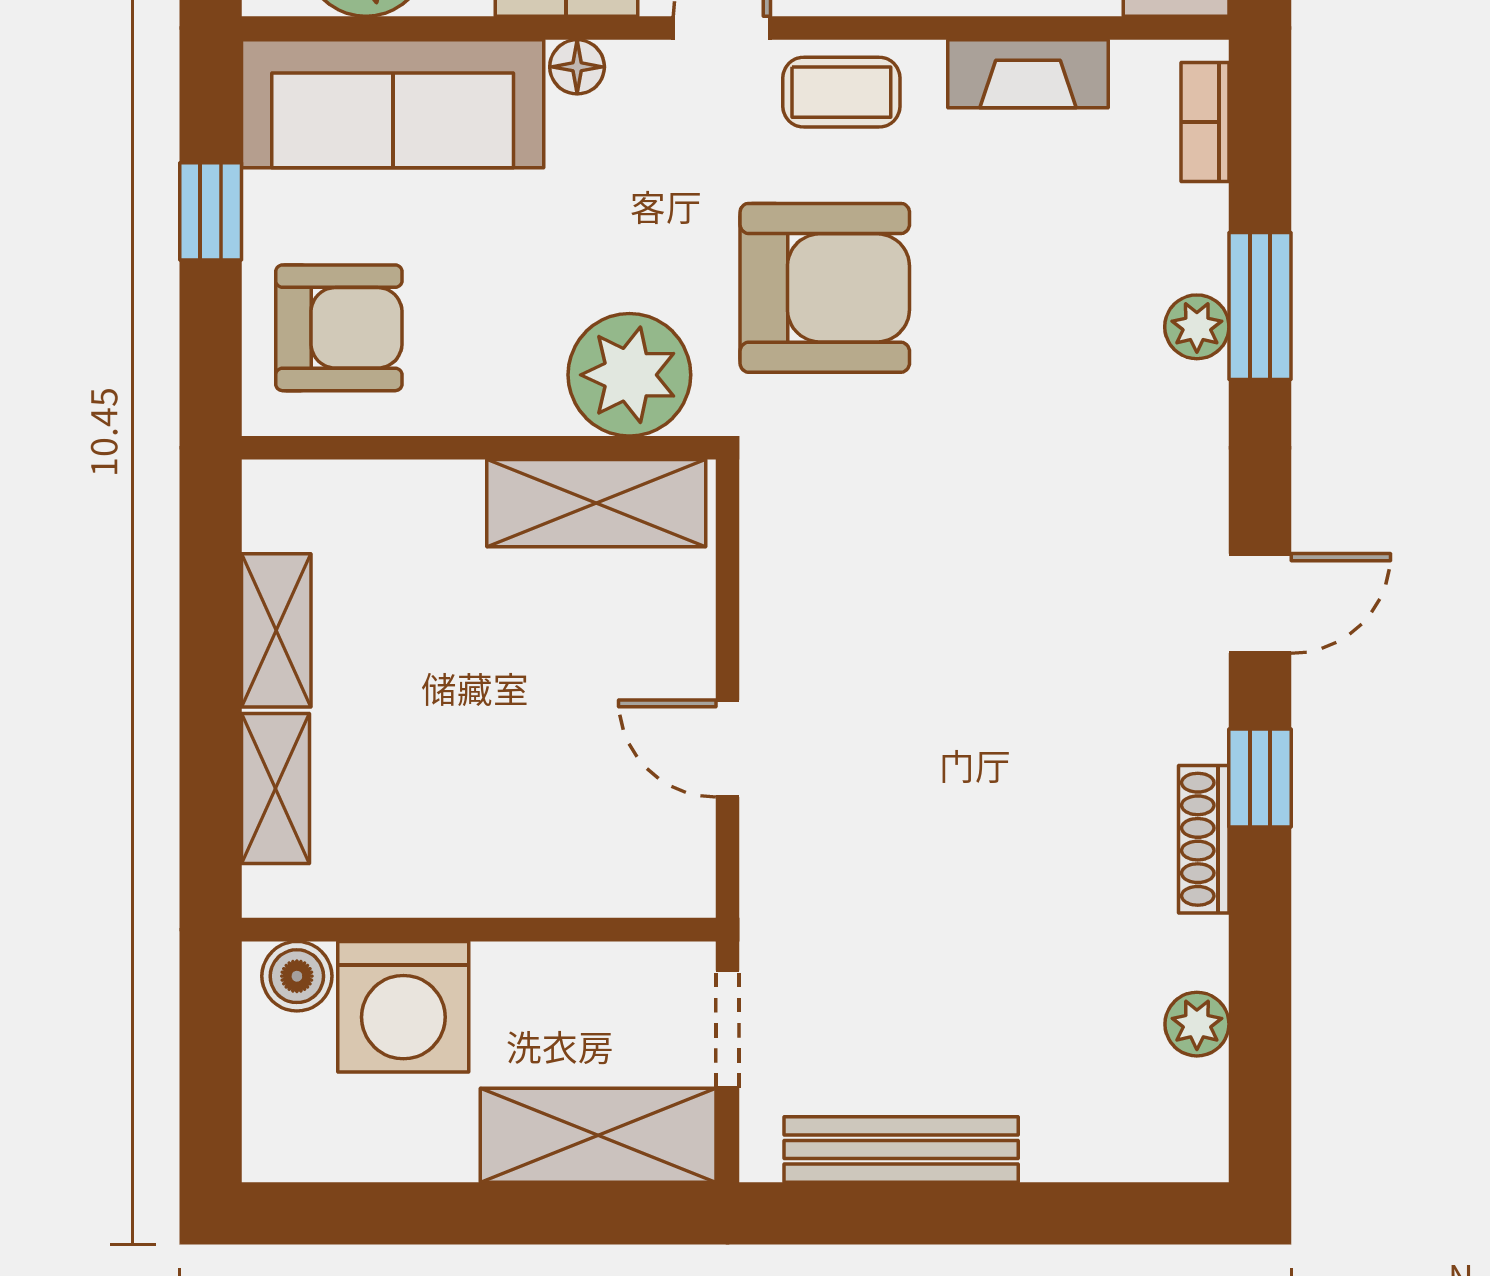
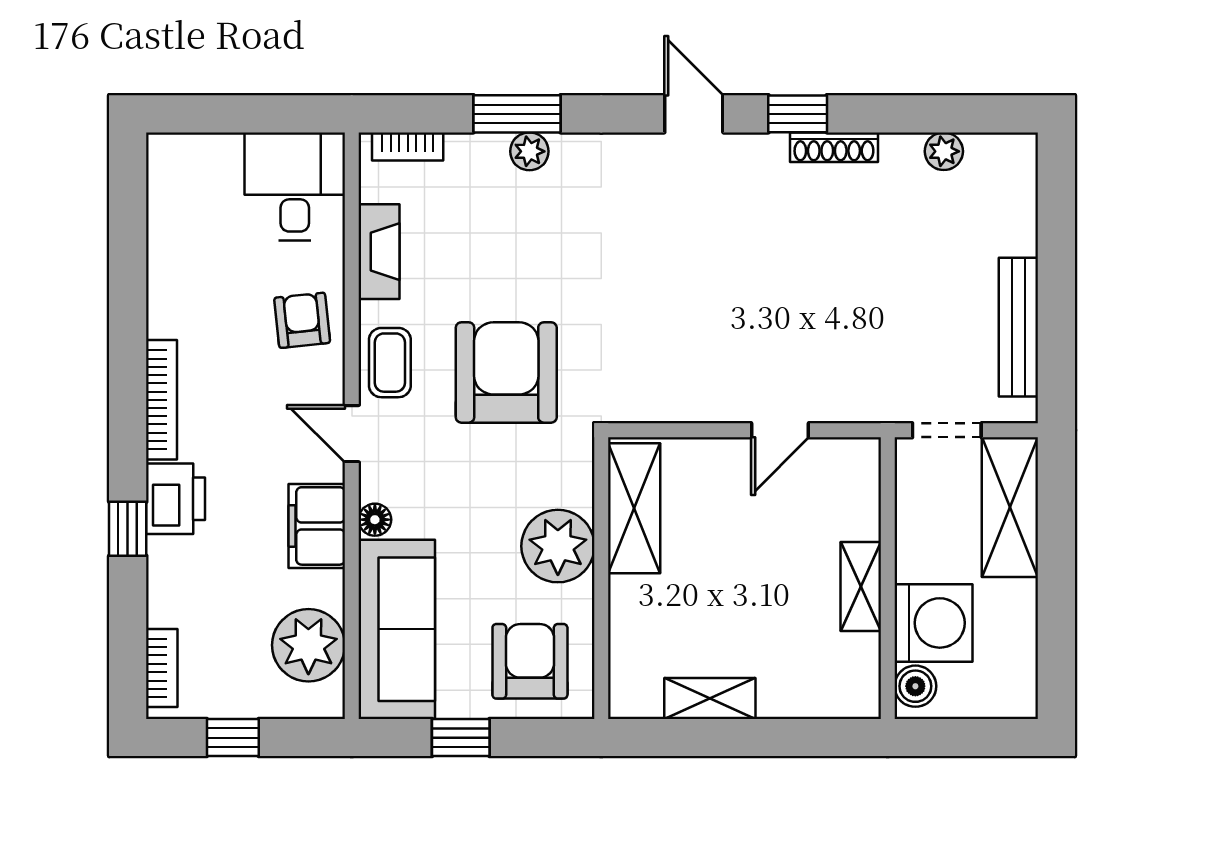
plant: (629, 375) -> (558, 546), moved
shelving: (275, 789) -> (861, 587), moved, turned 90

